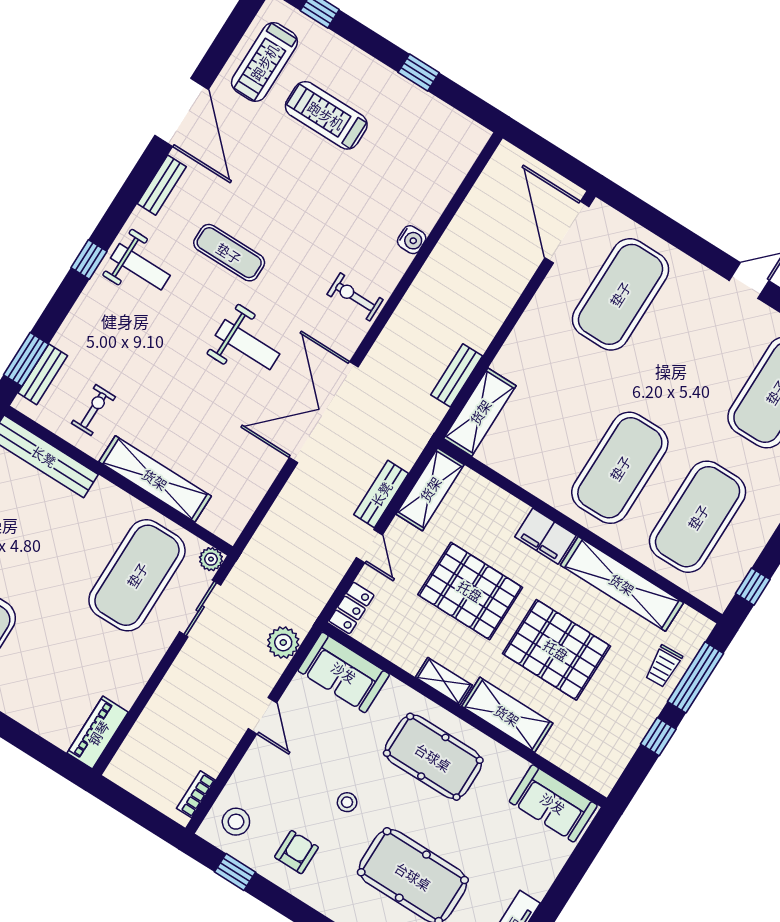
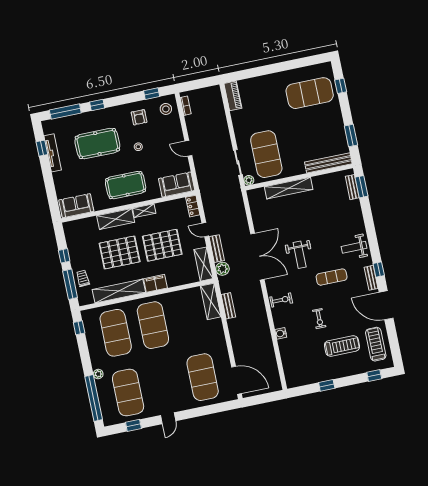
window: (89, 260) -> (379, 270), moved
weight bench: (247, 345) -> (300, 255), turned -90
exercise bike: (93, 410) -> (319, 319), moved
plant: (283, 643) -> (222, 269), moved

